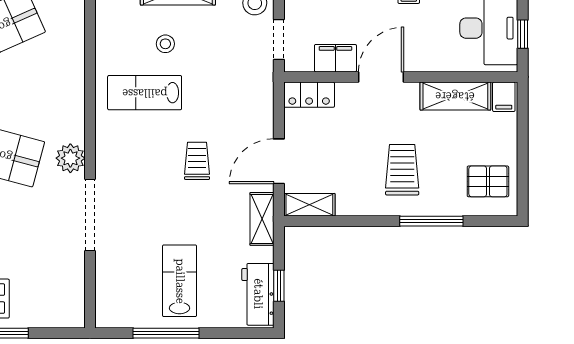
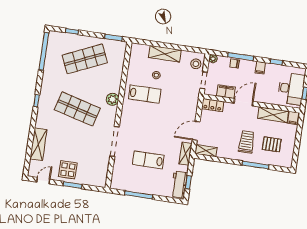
lab bench: (145, 93) -> (145, 94), turned 180
plant: (70, 158) -> (113, 99), moved
trolley: (197, 161) -> (162, 126), removed
pallet: (488, 181) -> (272, 144), moved
lab bench: (180, 281) -> (148, 160), moved, turned -90

